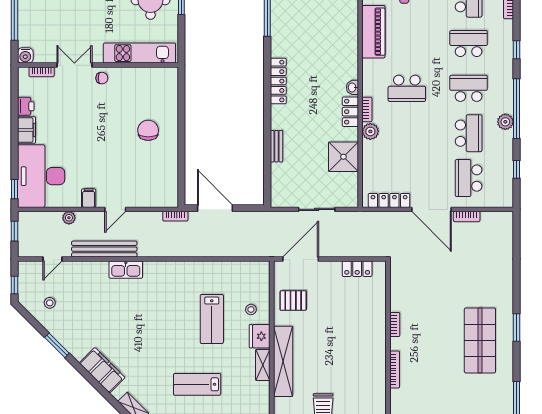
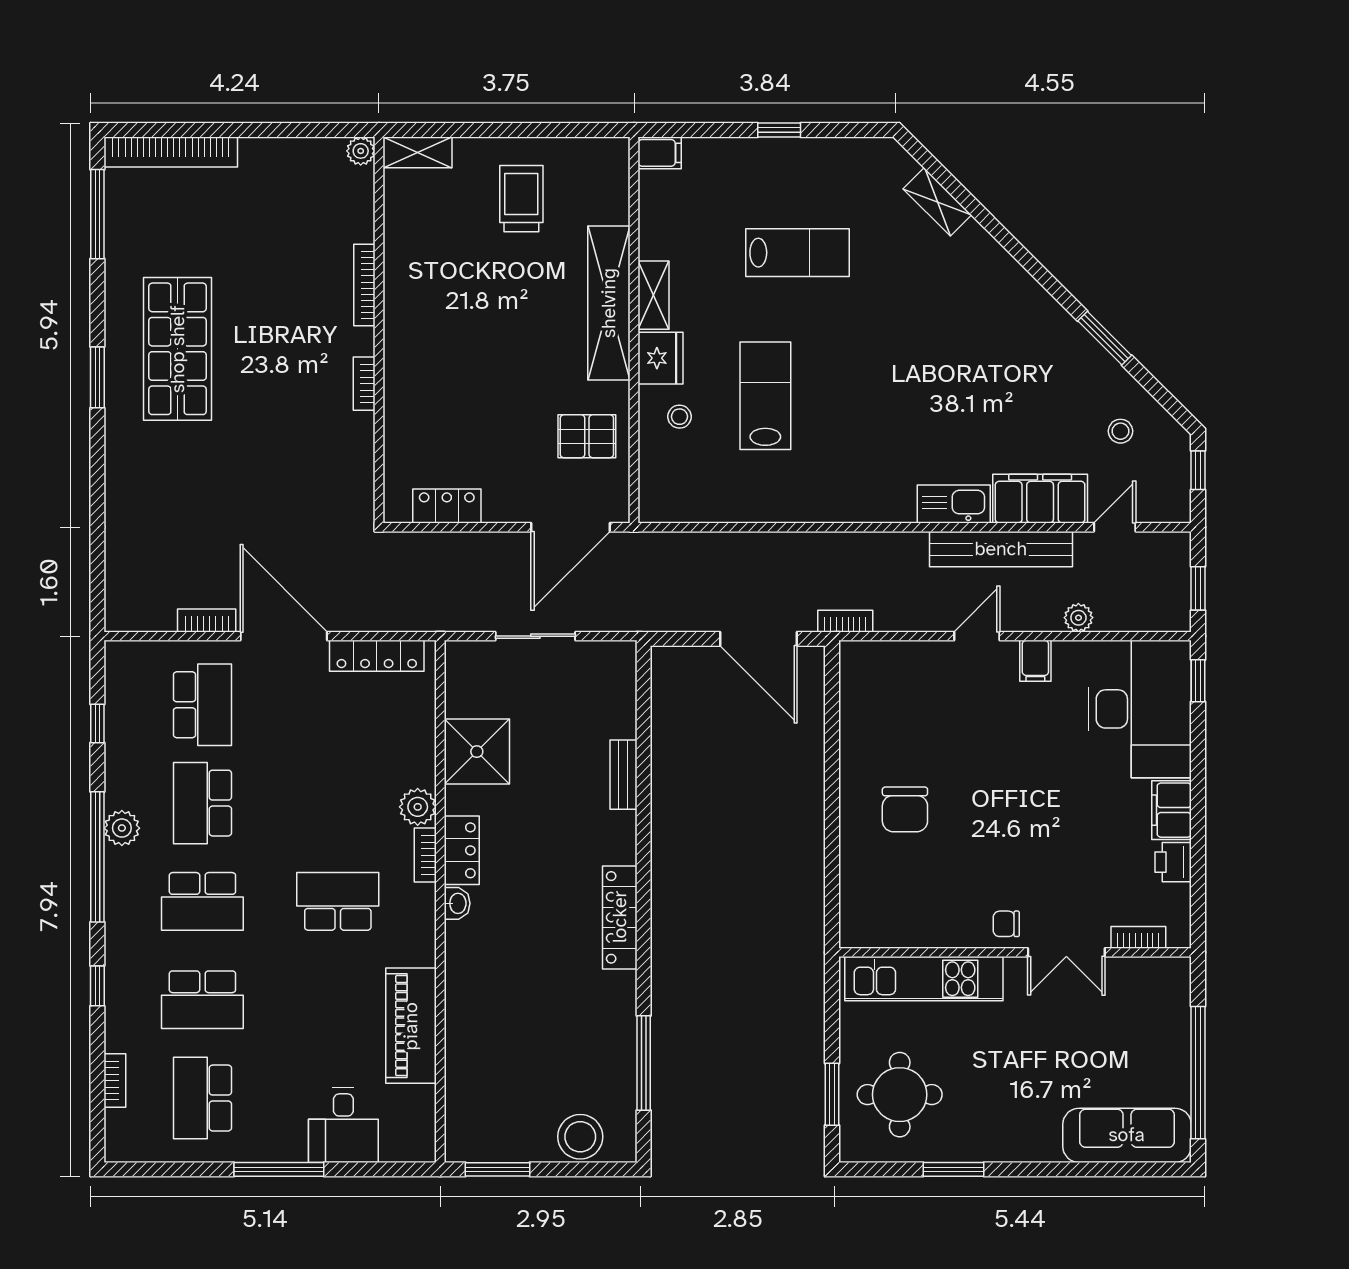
water cooler: (25, 55) -> (1174, 974), removed
filing cabinet: (102, 370) -> (1040, 499), moved, turned 135

